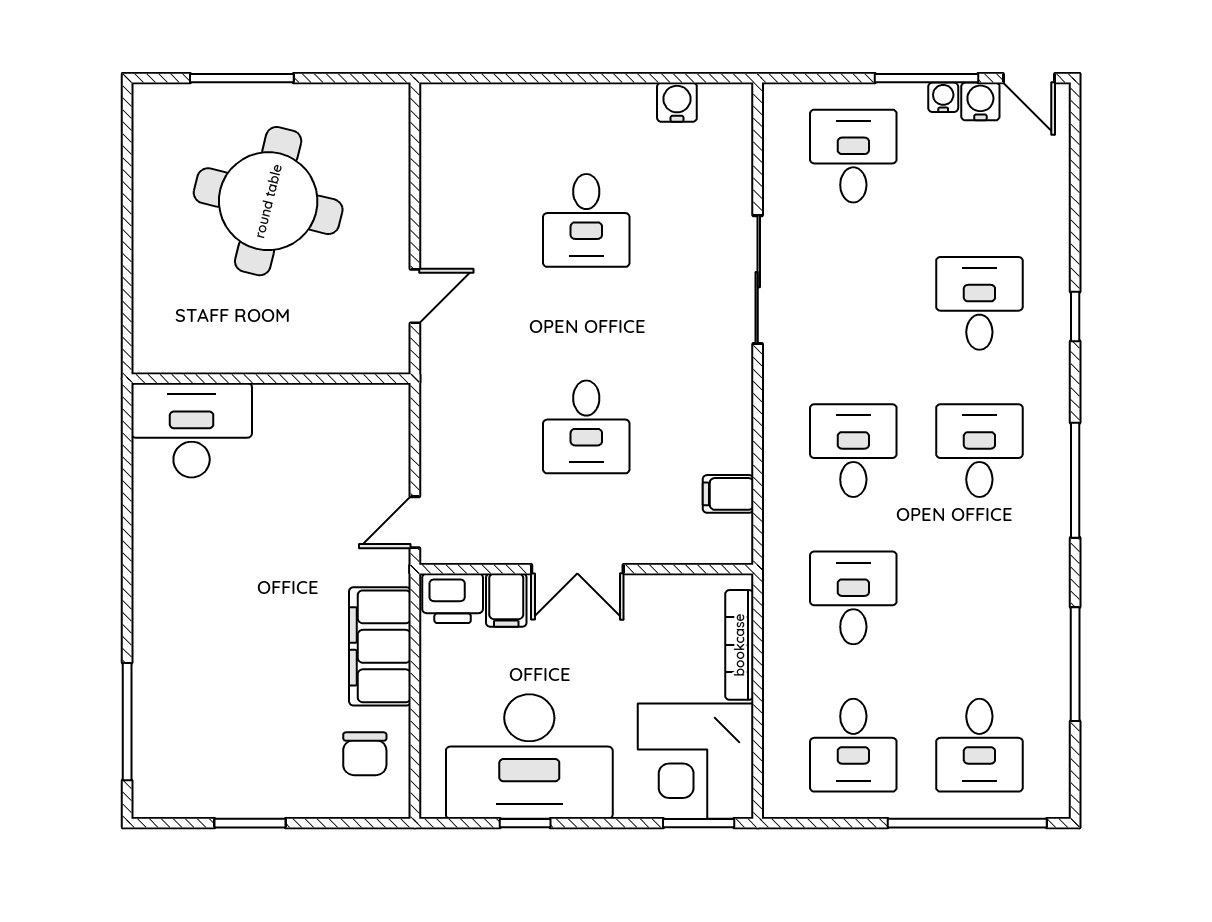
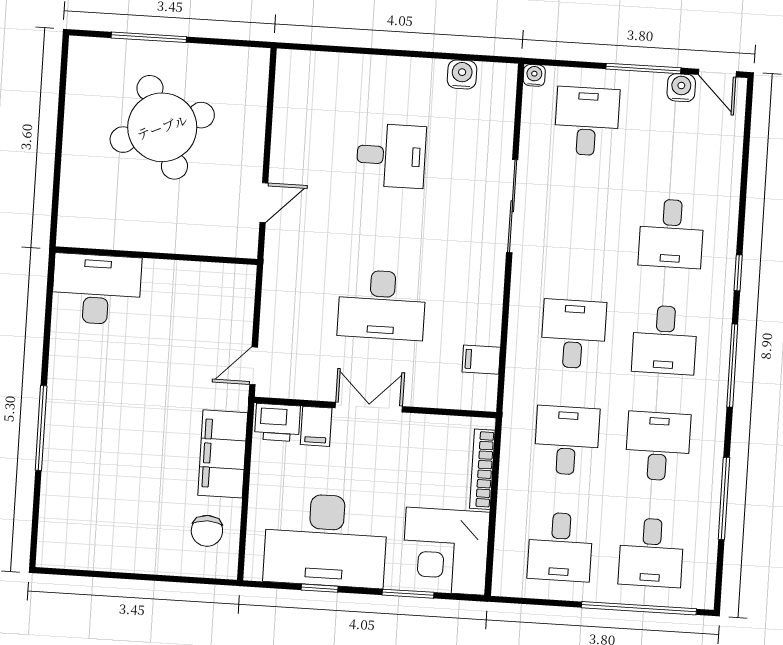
water cooler: (943, 97) -> (534, 75), moved
round table: (268, 201) -> (162, 127), turned -35
desk: (586, 220) -> (391, 156), turned -90
desk: (979, 303) -> (671, 233), turned 180
window: (1075, 316) -> (738, 273), moved
desk: (586, 427) -> (382, 305), width x1.37
desk: (979, 451) -> (665, 340), turned 180
double door: (577, 569) -> (369, 407), swing flipped
desk: (979, 598) -> (658, 446), added
window: (127, 722) -> (41, 428), moved
window: (250, 823) -> (121, 576), removed
window: (699, 823) -> (408, 594), moved

